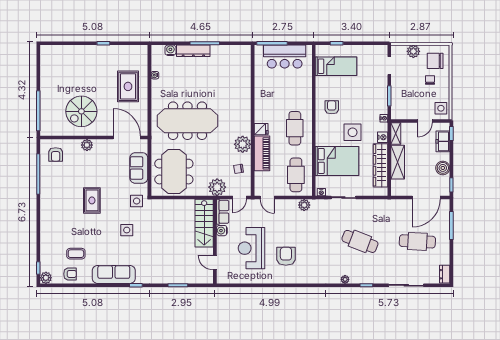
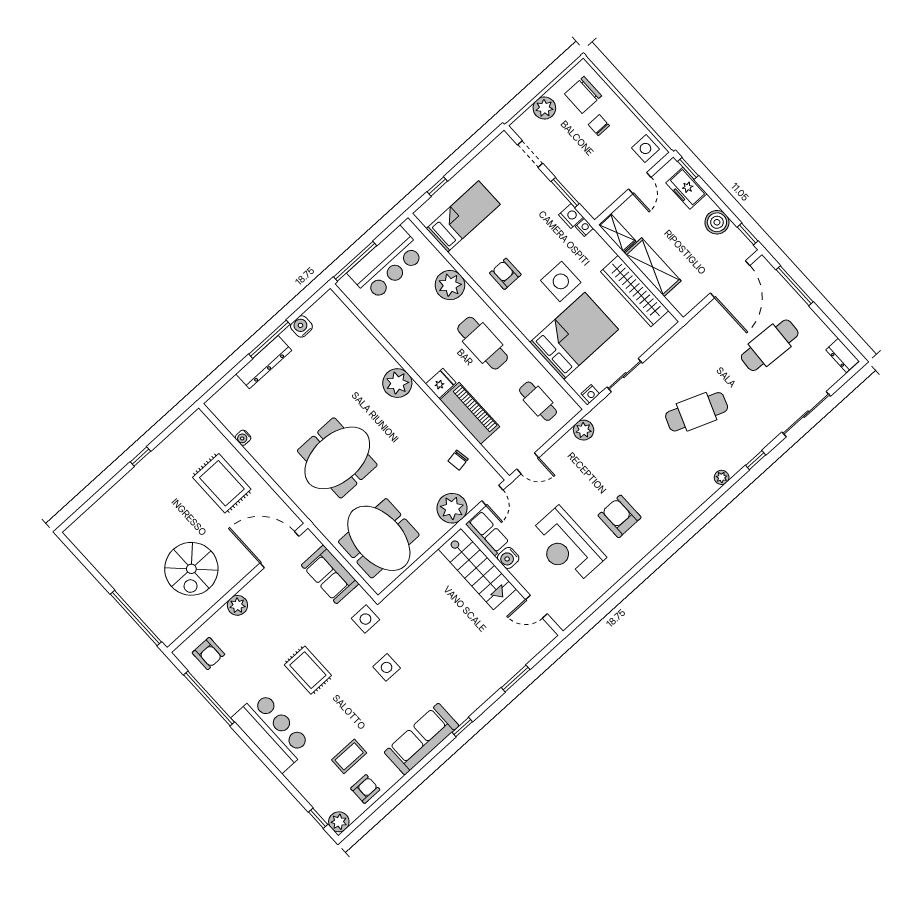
water cooler: (170, 50) -> (301, 326), moved
plant: (303, 91) -> (450, 285), added
meeting table: (187, 121) -> (337, 458), width x0.73
nightstand: (383, 137) -> (571, 216), moved
plant: (243, 144) -> (397, 383), moved
cafe table: (296, 175) -> (538, 401), width x0.73, depth x0.74
bar counter: (52, 213) -> (272, 732), added

